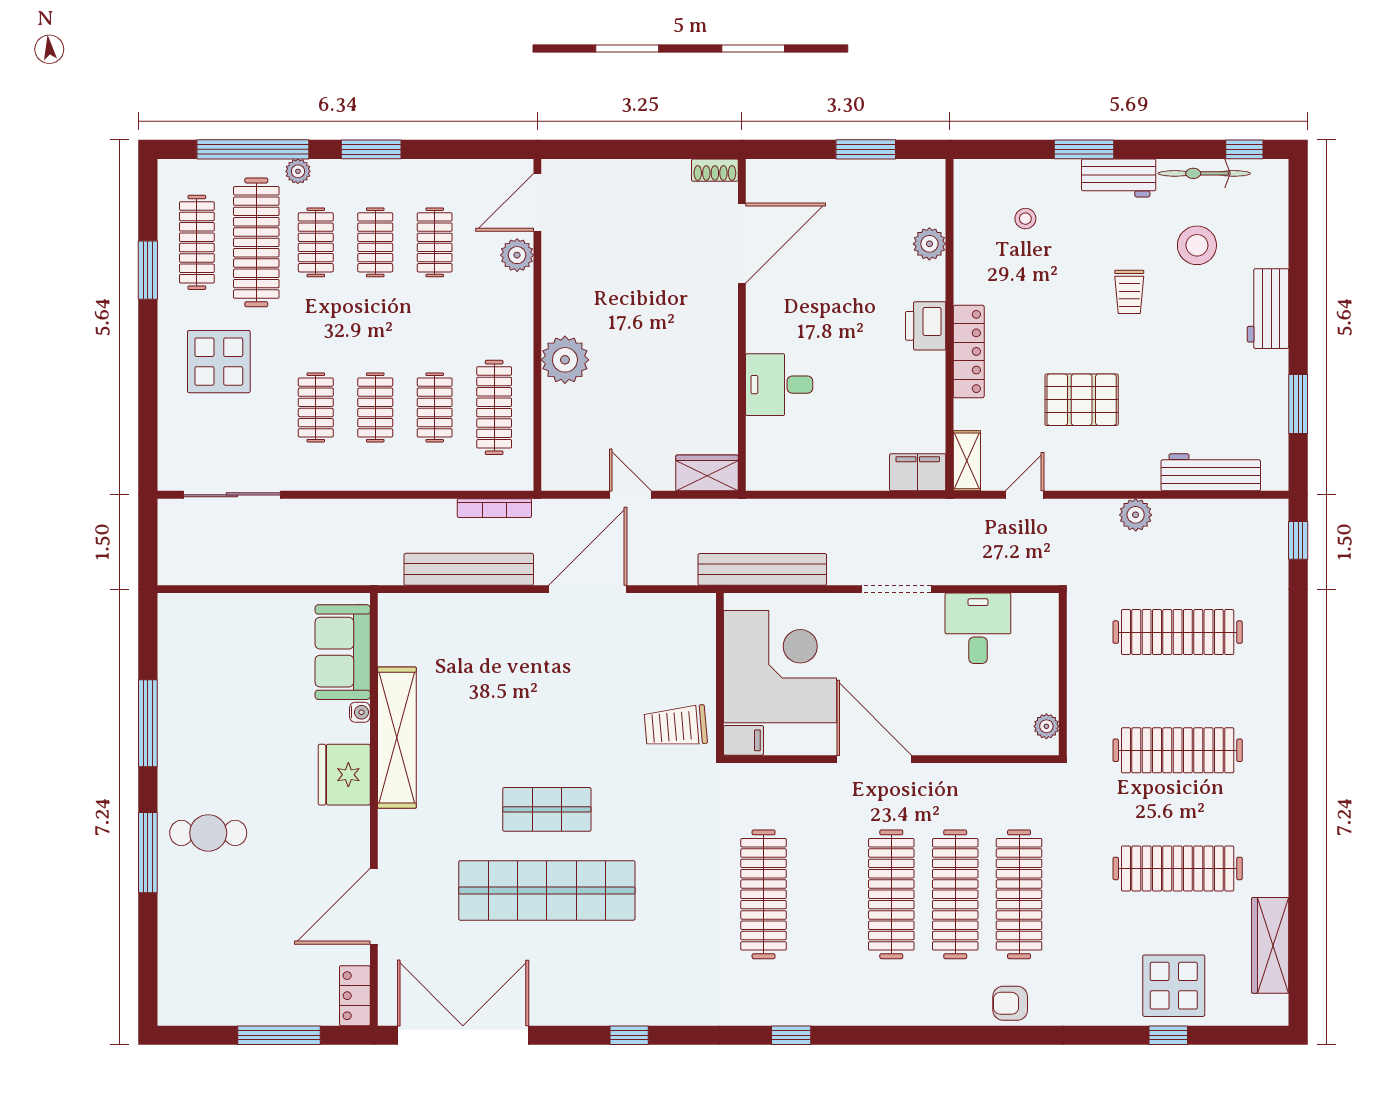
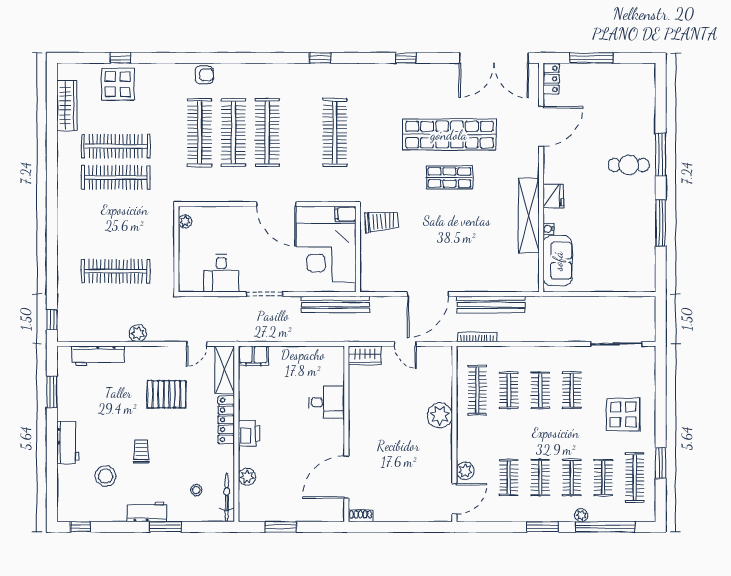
bicycle: (1204, 173) -> (227, 497), moved, turned -90
clothes rail: (256, 242) -> (603, 478), width x0.54, depth x0.76
shelving: (967, 461) -> (225, 370), width x1.50, depth x1.33
clothes rail: (1178, 750) -> (116, 177), moved
fridge: (344, 775) -> (553, 196), width x0.73, depth x0.75

